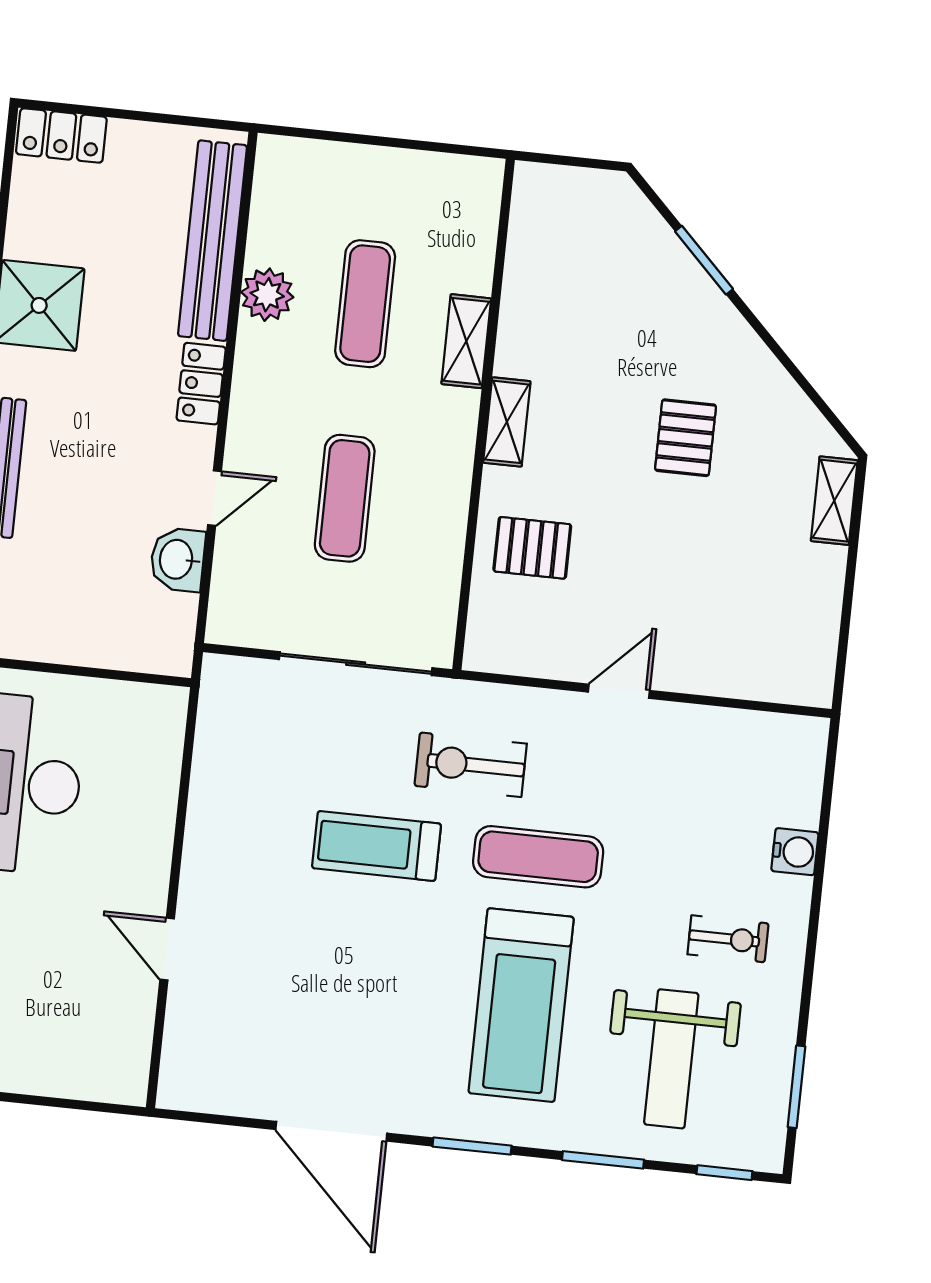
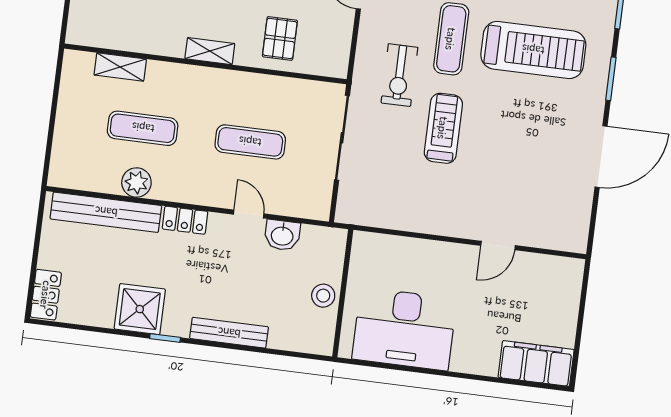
shelving: (466, 341) -> (120, 67), moved
stool: (70, 636) -> (323, 296), added
treadmill: (377, 846) -> (443, 128), turned 180

